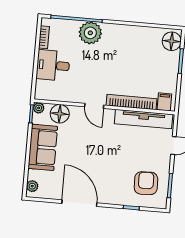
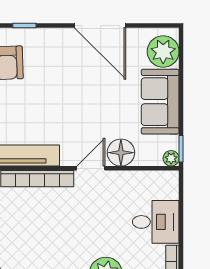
door: (94, 106) -> (91, 168), hinge flipped
floor lamp: (60, 114) -> (121, 153), moved
plant: (32, 186) -> (163, 52), width x1.87, depth x1.87

